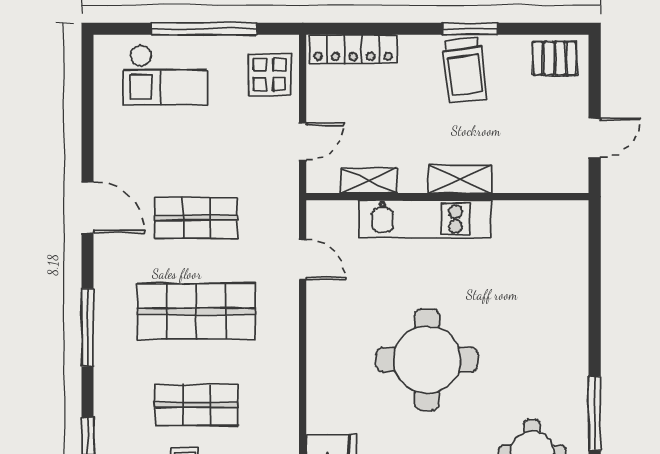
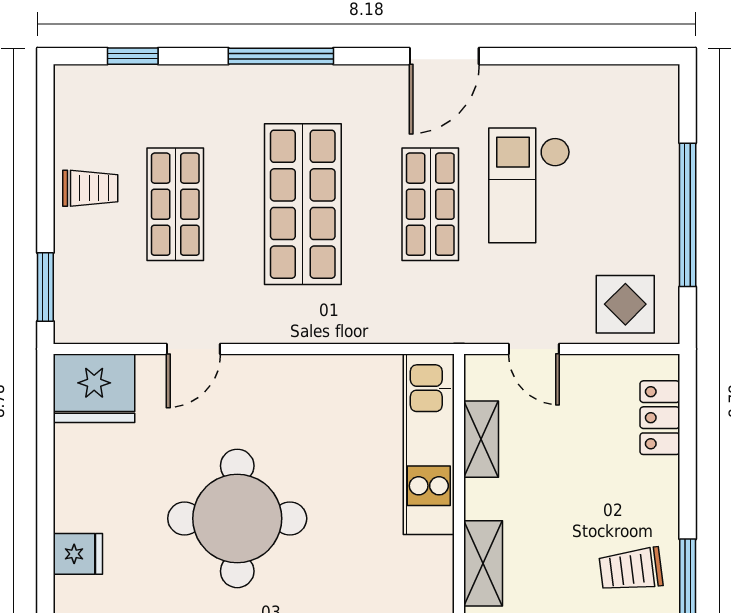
locker: (353, 49) -> (660, 418), width x0.66
trolley: (465, 70) -> (631, 570), width x0.73, depth x0.72
checkout: (165, 75) -> (529, 185), moved
kitchen unit: (425, 219) -> (429, 444), moved
door: (303, 260) -> (193, 349), moved

